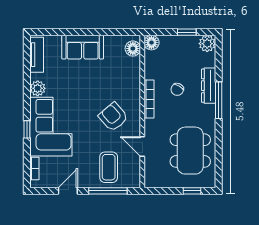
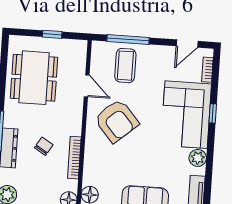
bookcase: (149, 99) -> (74, 158), moved
armchair: (113, 117) -> (116, 121), width x1.36, depth x1.36
door: (68, 191) -> (187, 44), moved
window: (192, 191) -> (52, 34), moved

